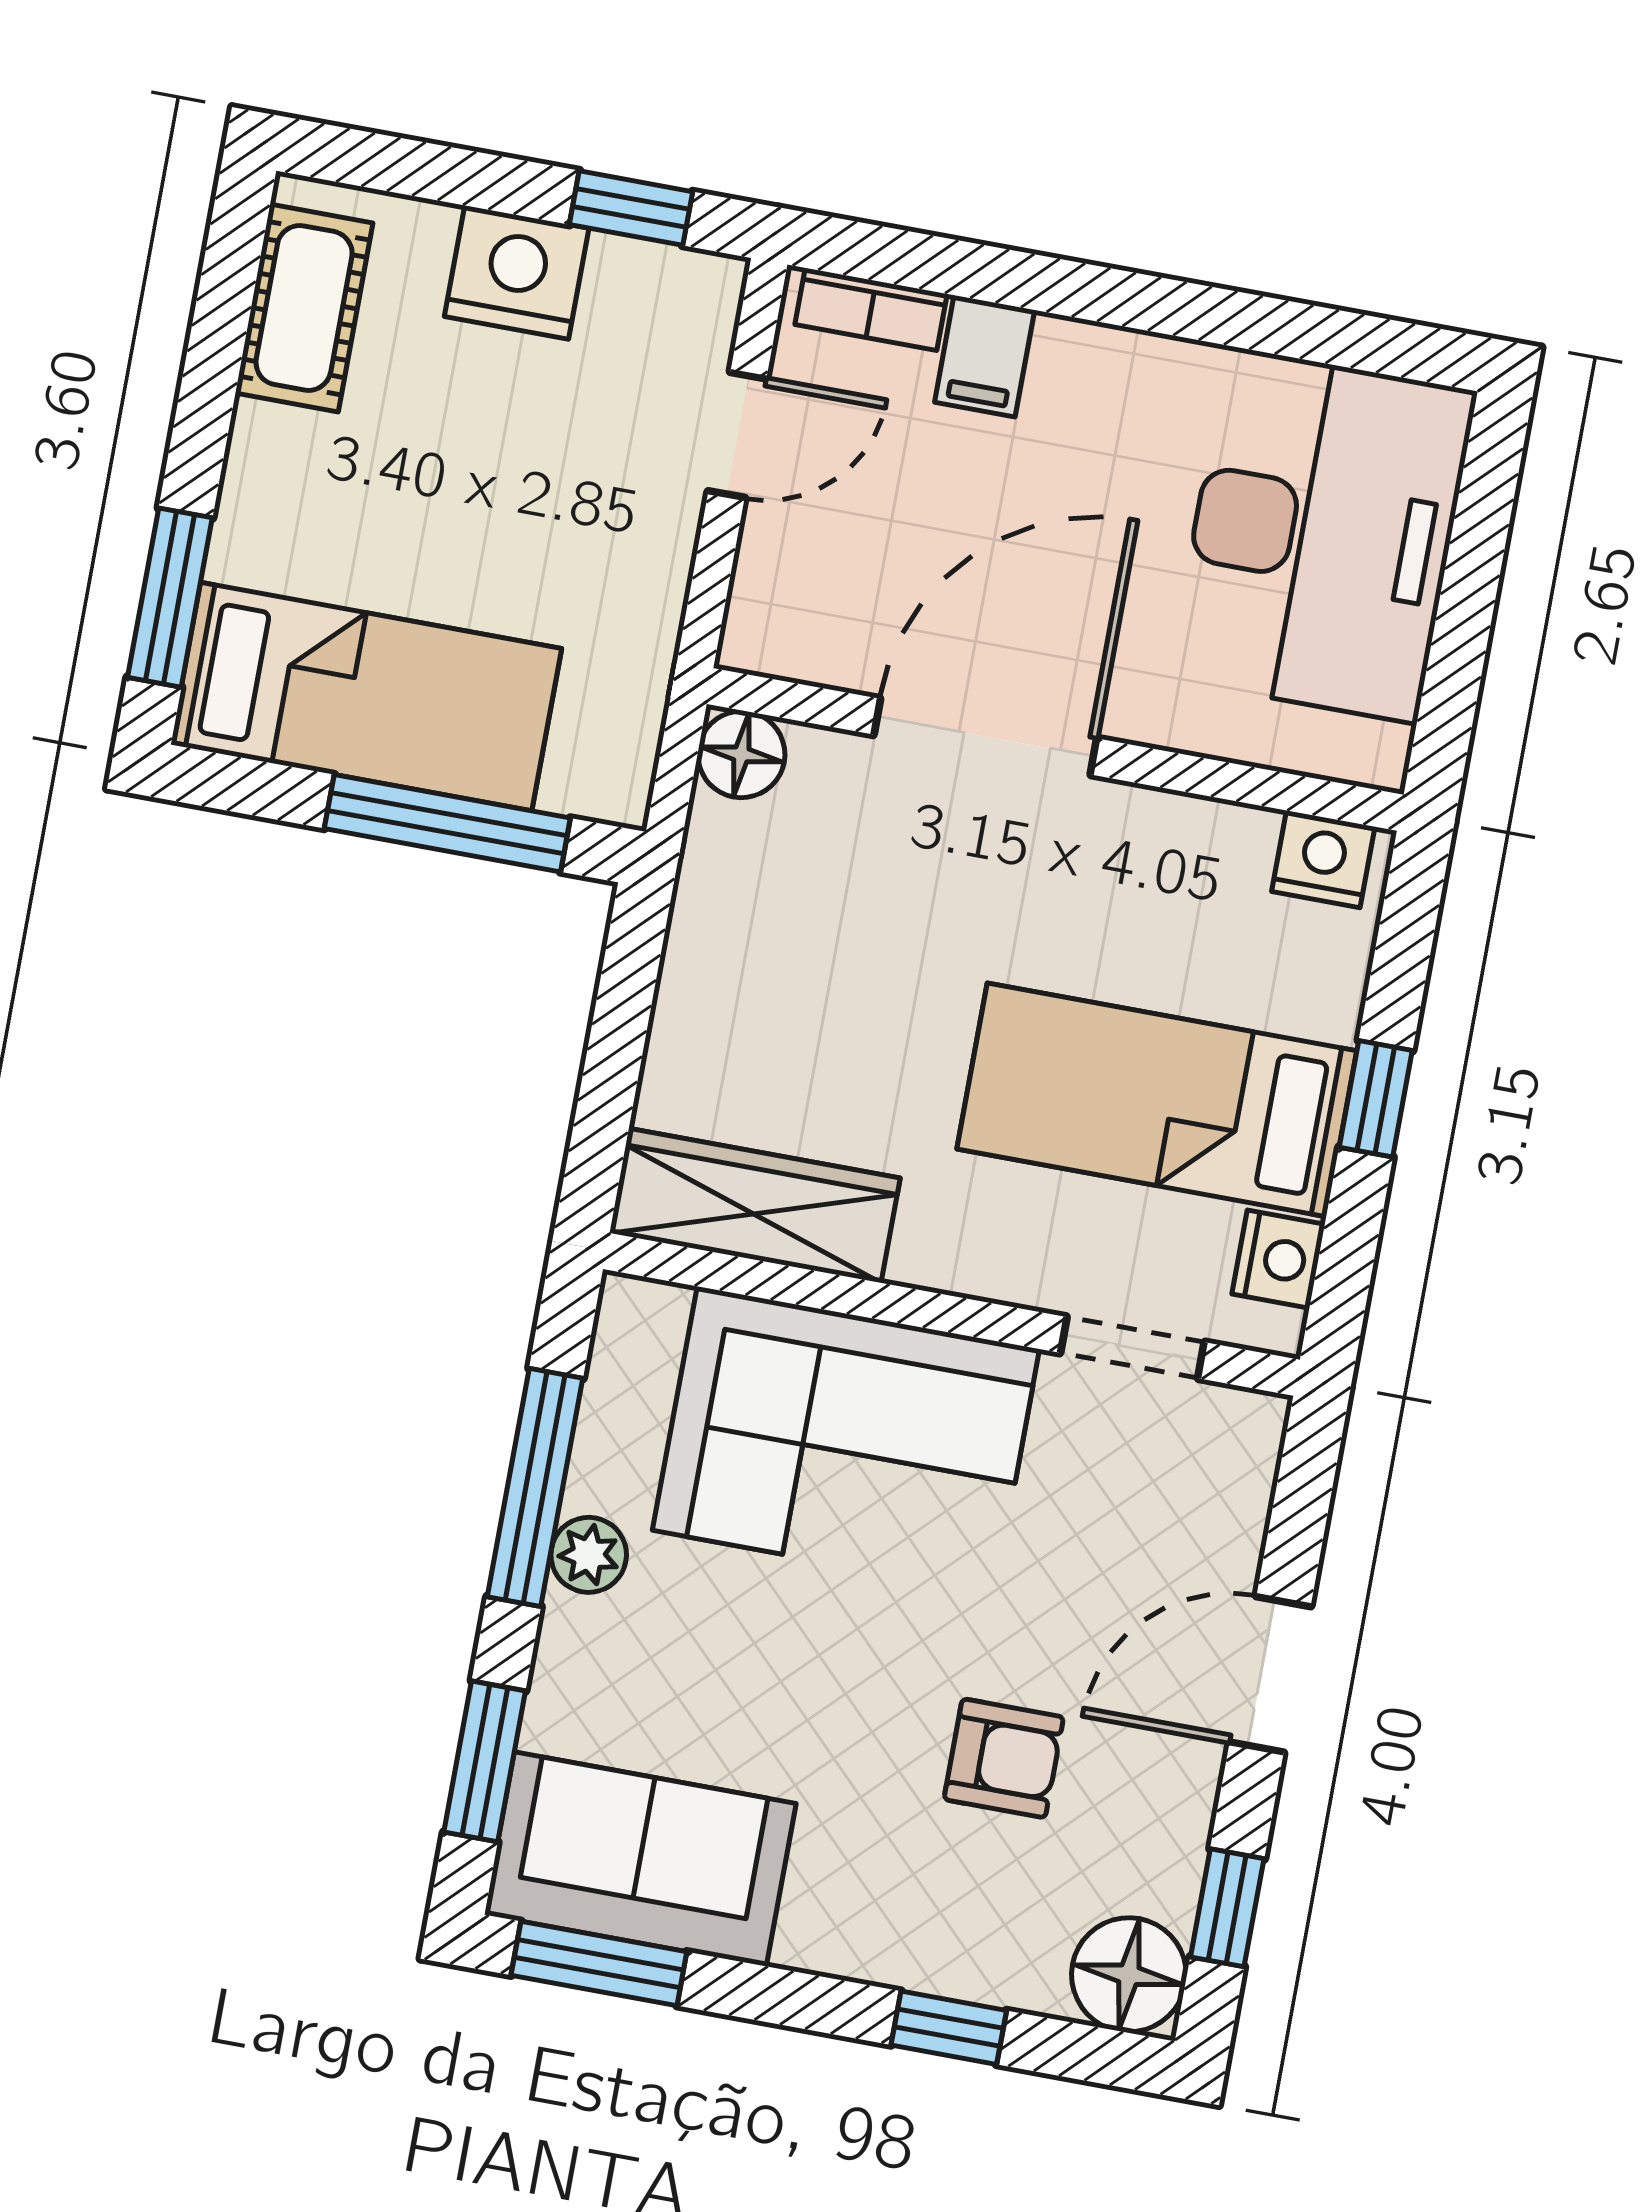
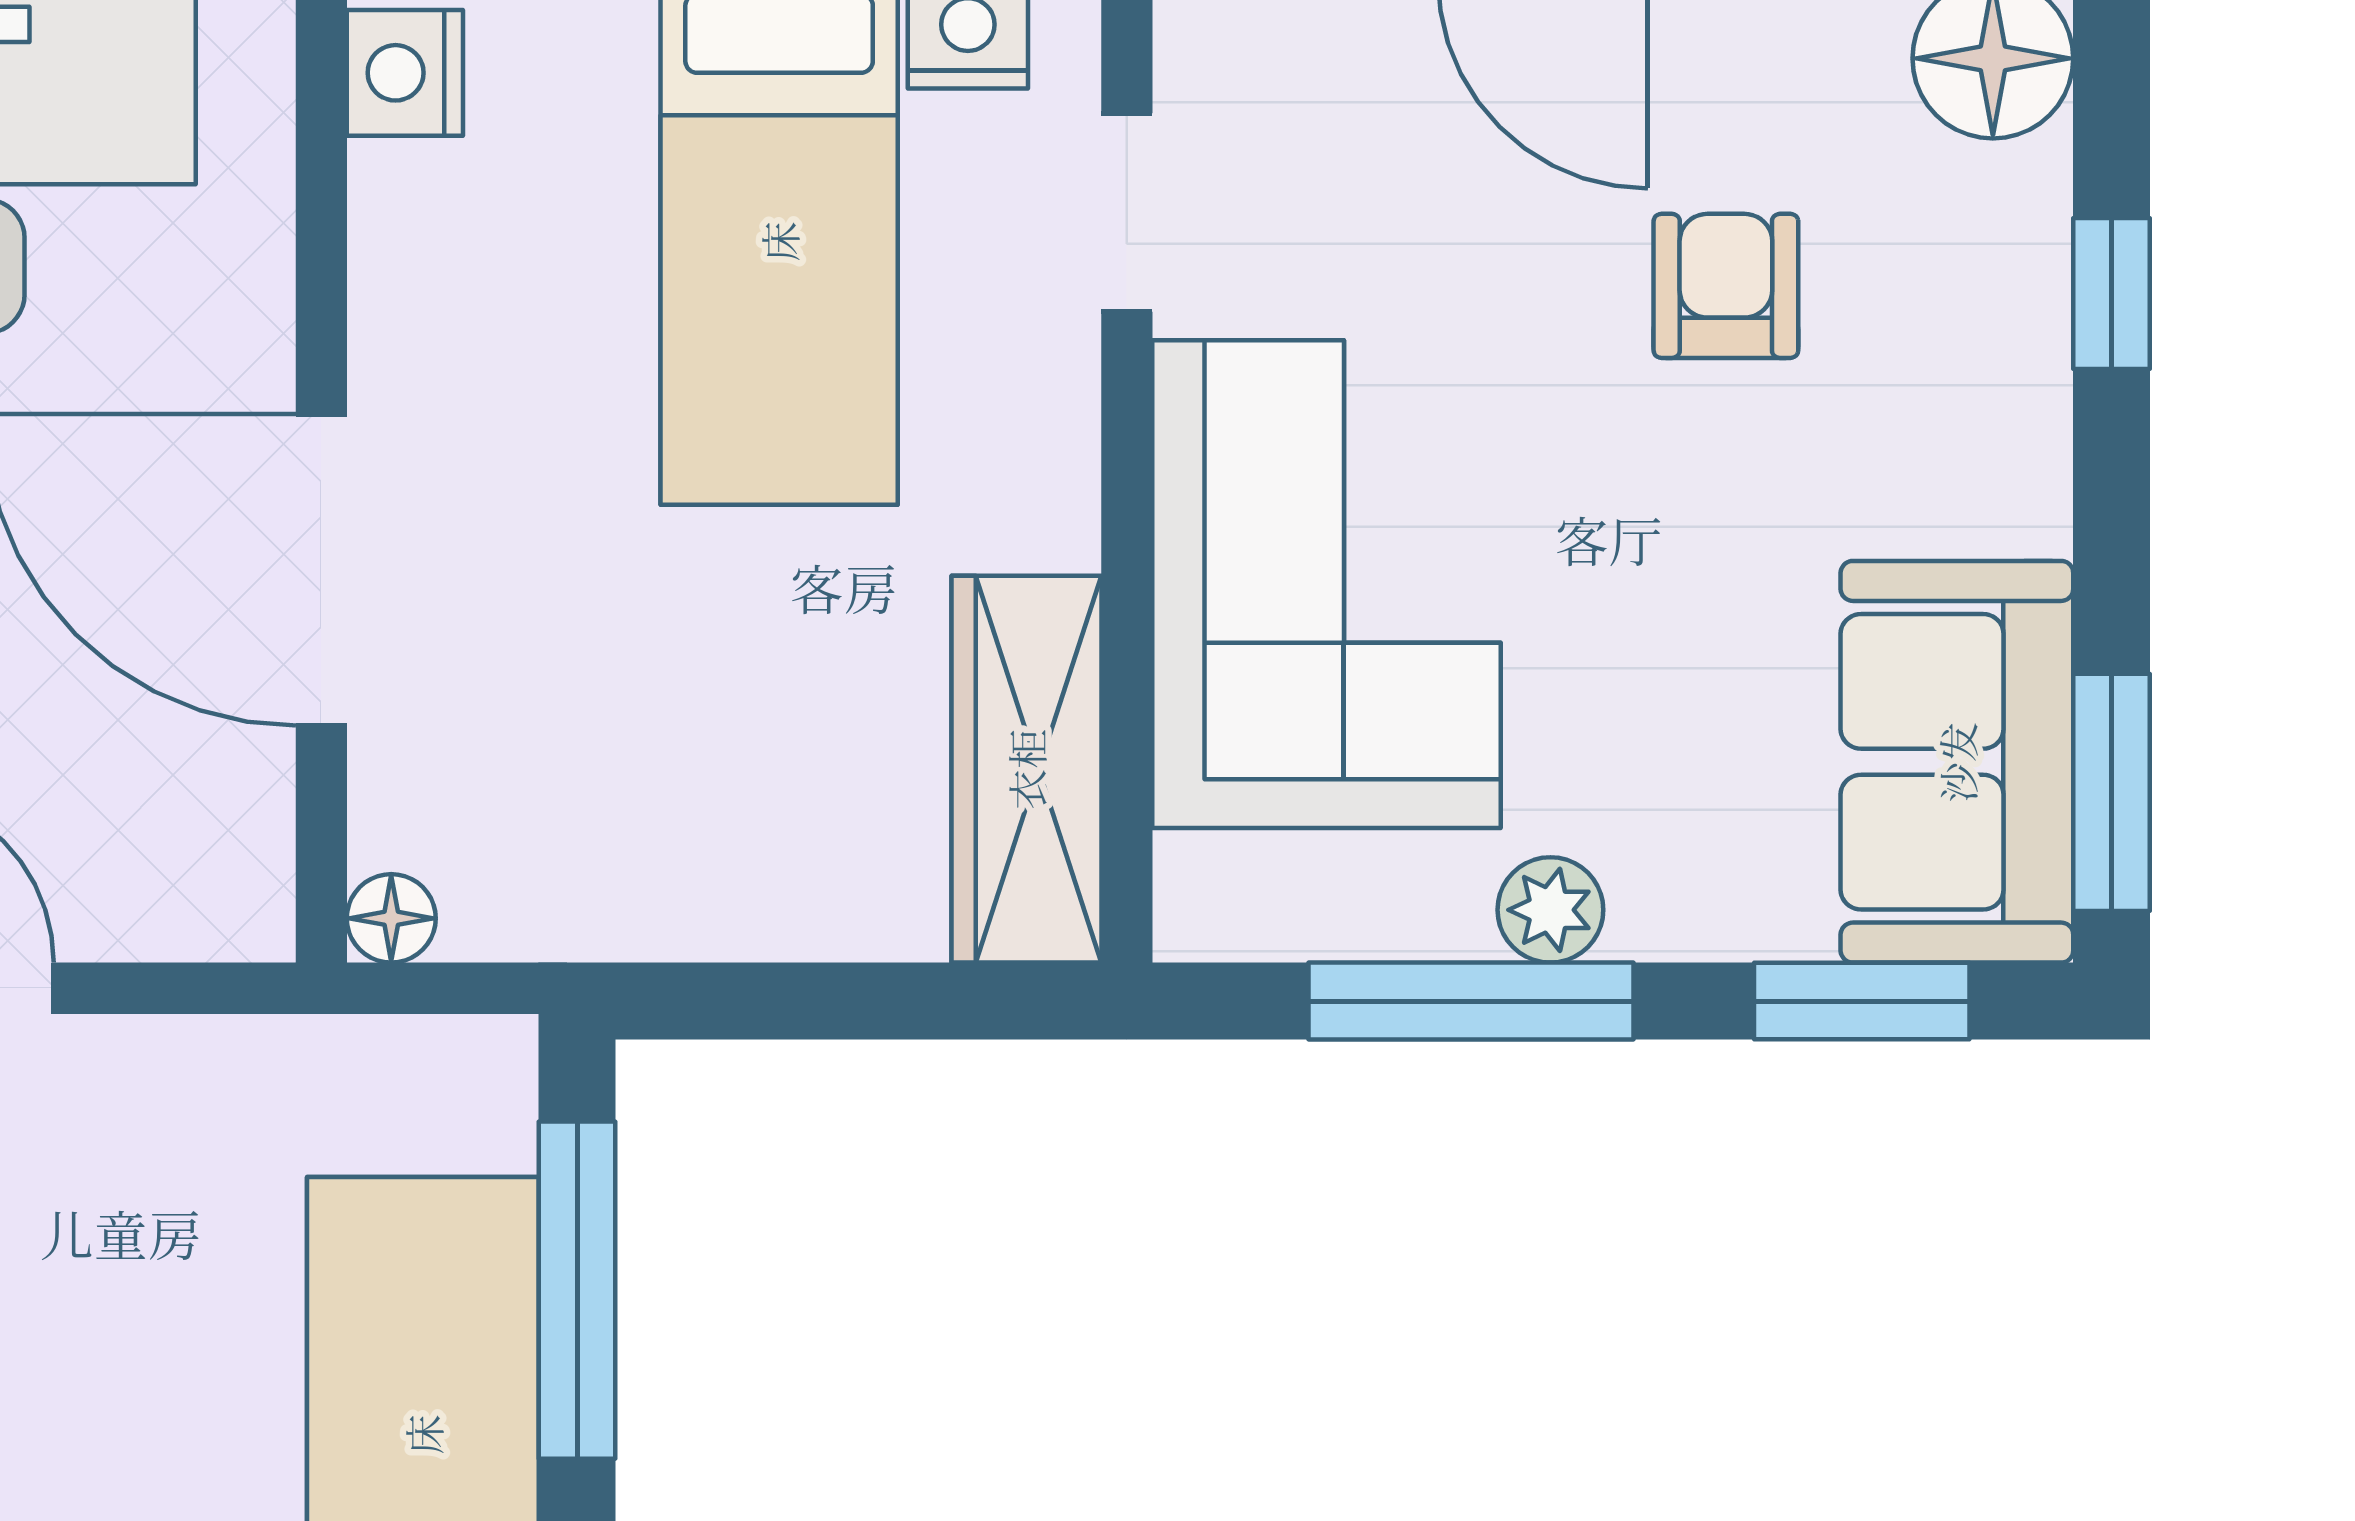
floor lamp: (741, 754) -> (391, 918), width x0.73, depth x0.73

